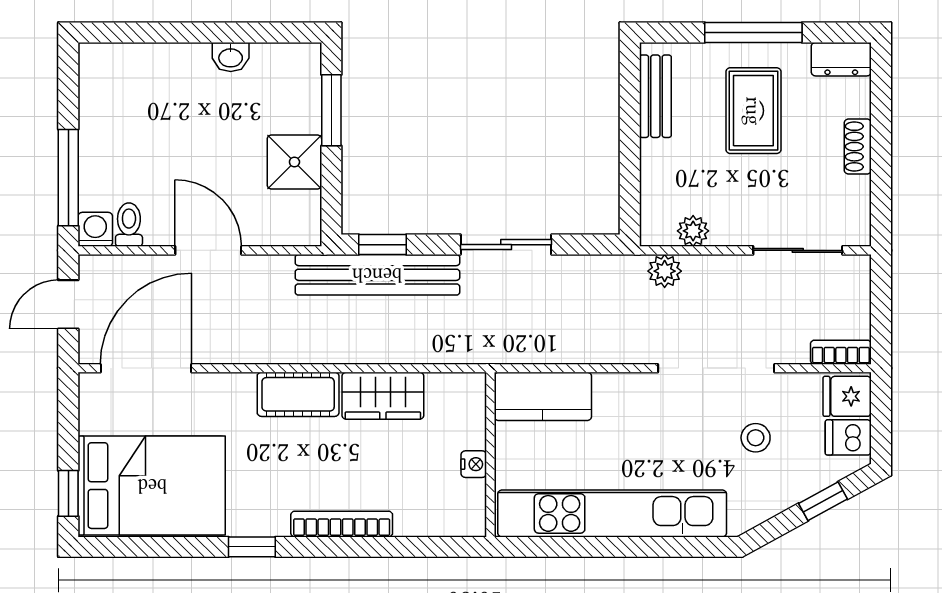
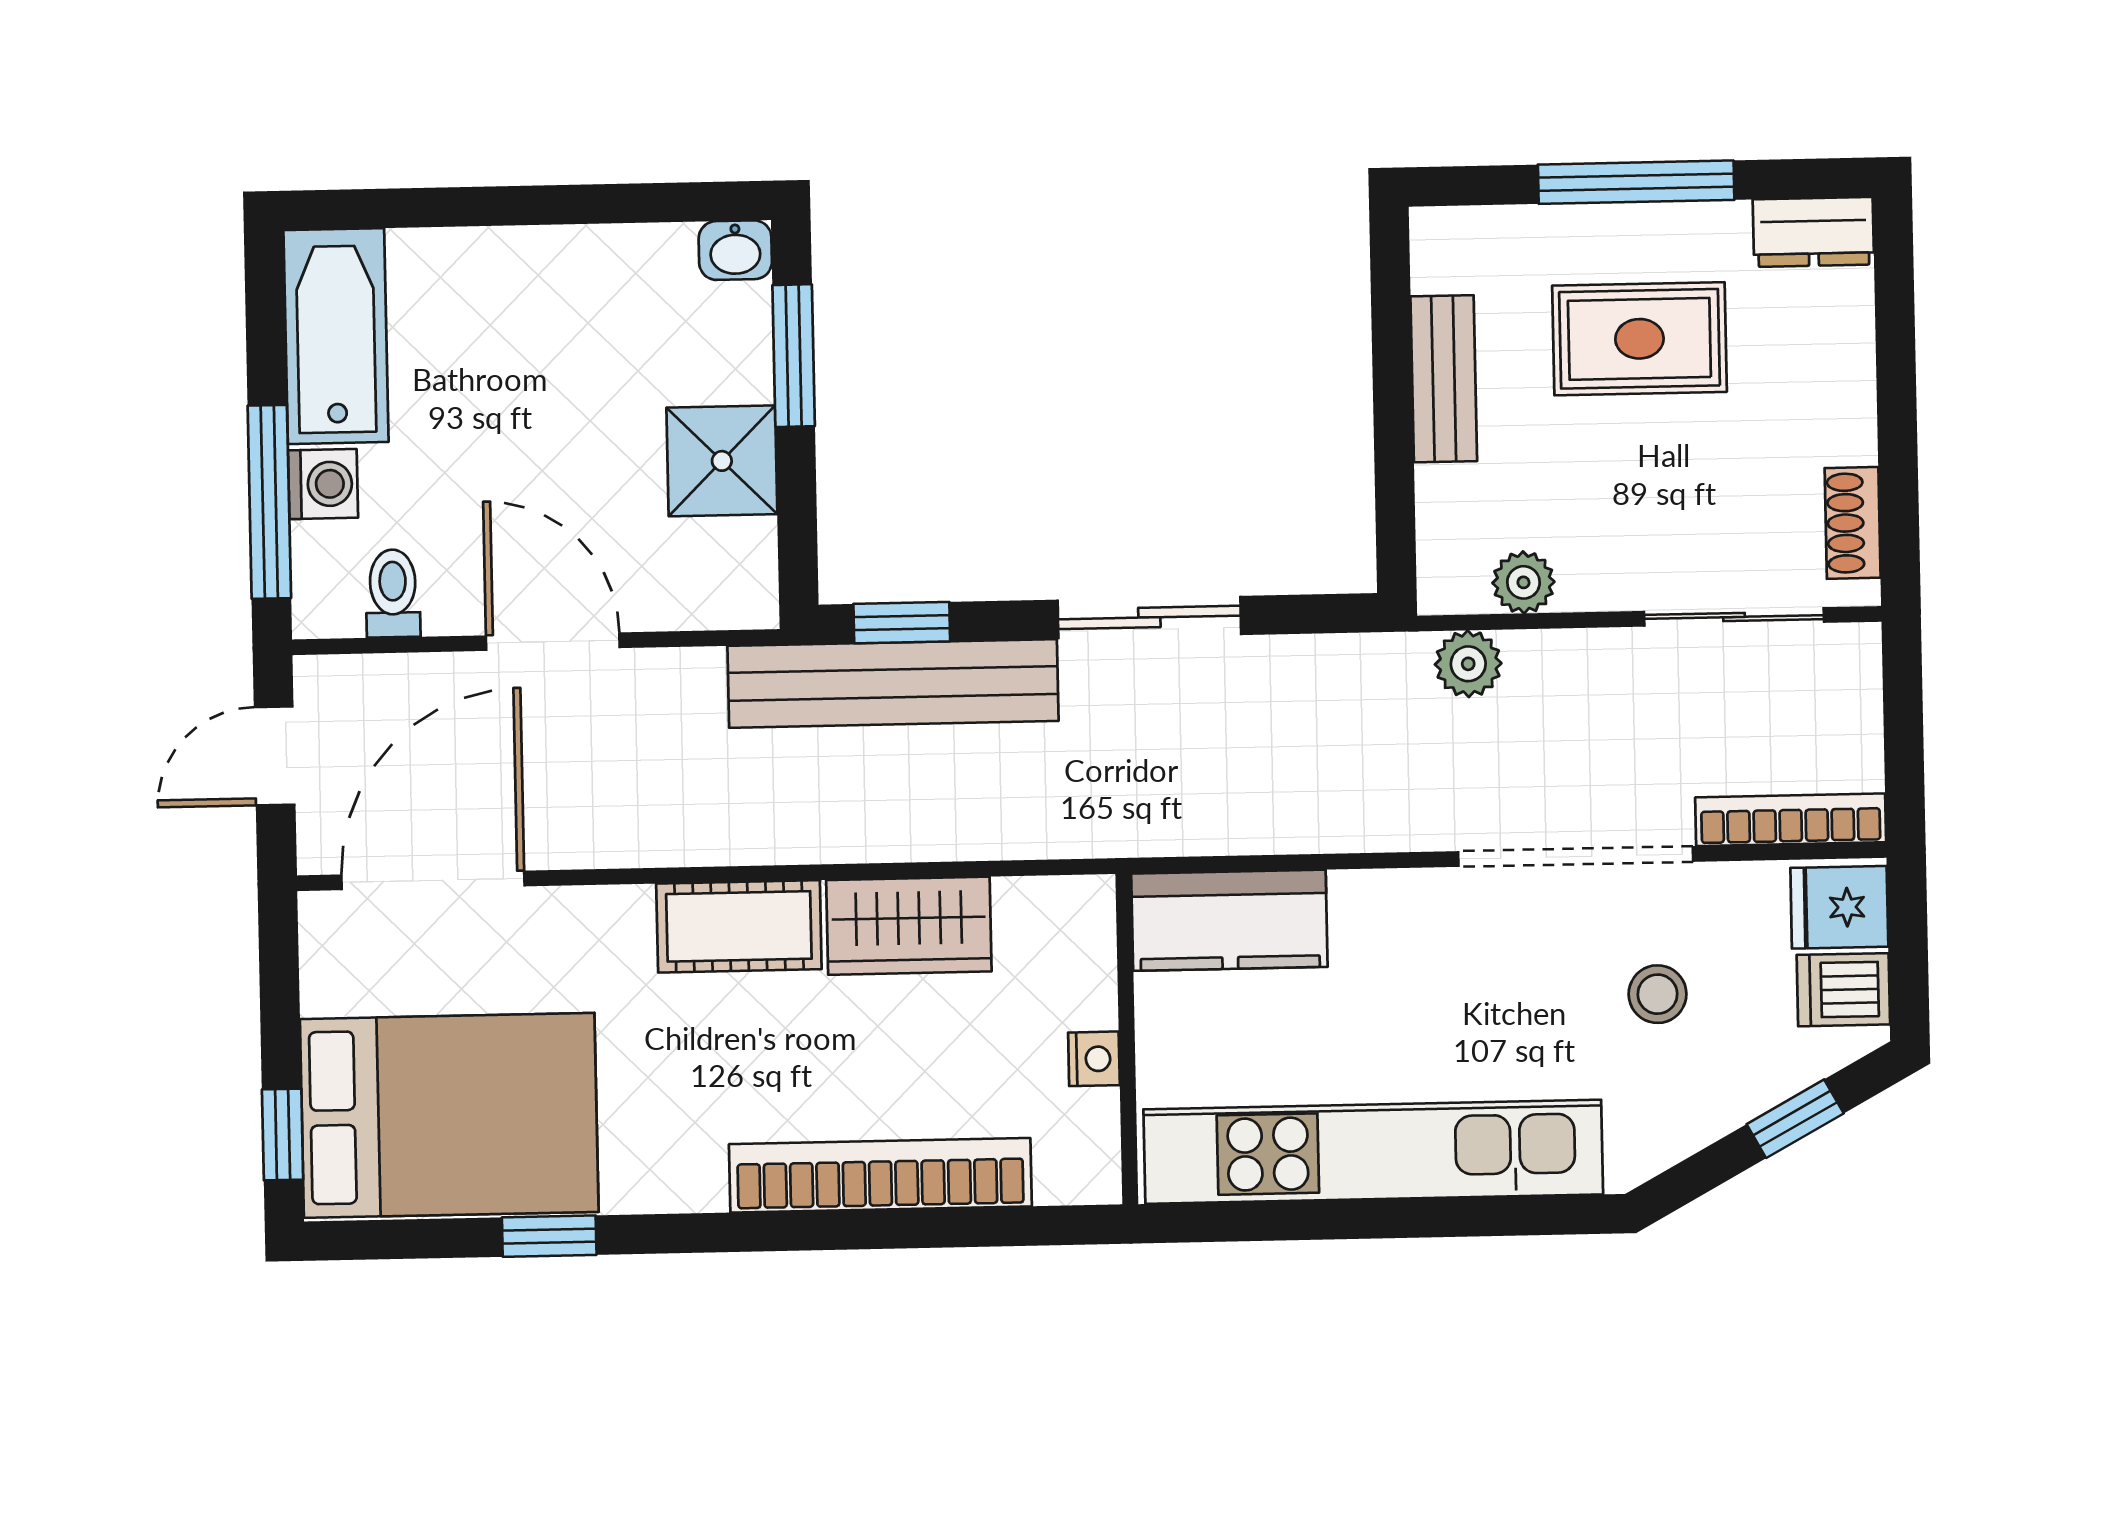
washbasin: (231, 57) -> (735, 250), moved
bathtub: (103, 96) -> (336, 336), added
bench: (655, 96) -> (1444, 379), moved
rug: (753, 111) -> (1639, 339), turned 90
shoe rack: (858, 147) -> (1853, 523), moved
washing machine: (95, 229) -> (323, 484), moved, turned 90
bookcase: (841, 352) -> (1791, 820), width x1.56
bookcase: (342, 524) -> (880, 1175), width x1.48, depth x1.31
window: (252, 547) -> (549, 1236), moved

